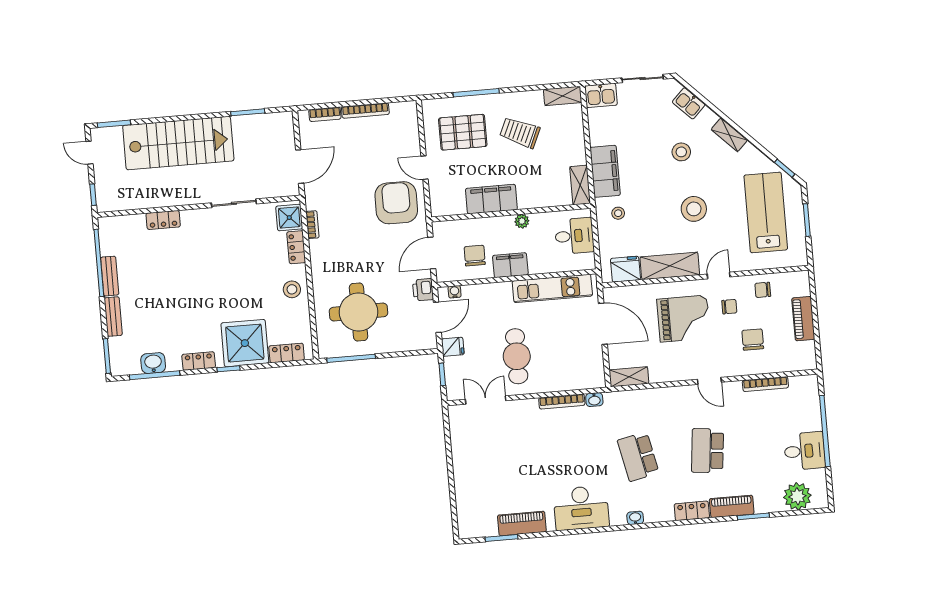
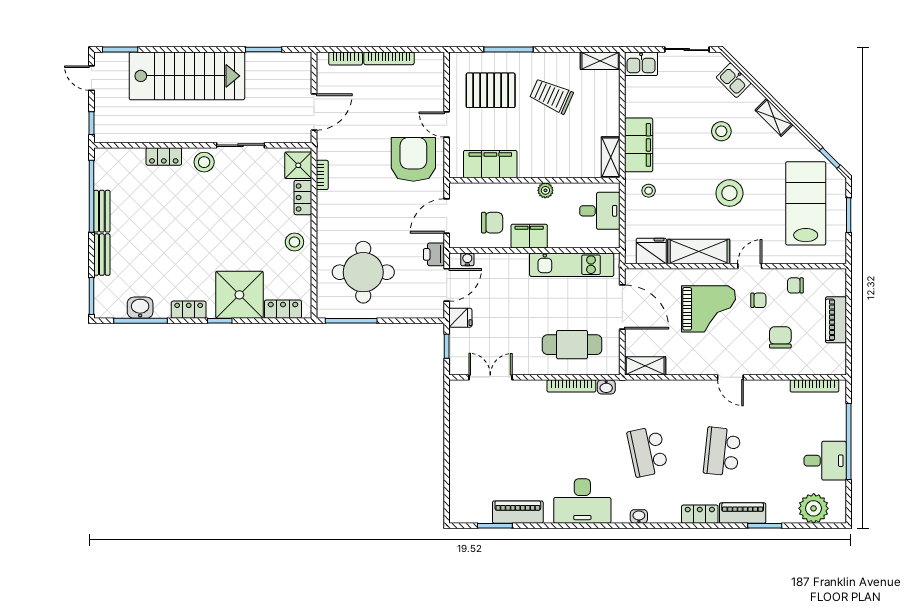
filing cabinet: (491, 199) -> (490, 164), moved
stool: (201, 222) -> (204, 162), added
chair: (475, 256) -> (492, 223), turned 90
cafe table: (517, 356) -> (572, 345), moved, turned 90
bookcase: (765, 384) -> (815, 386), moved

